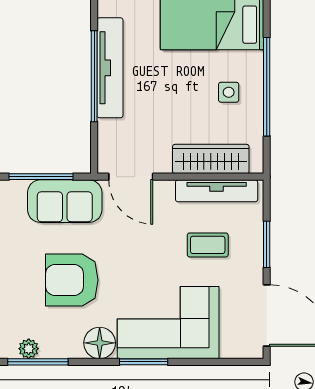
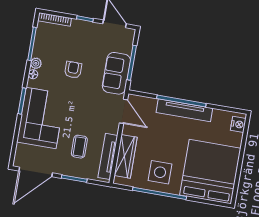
side table: (229, 92) -> (160, 172), width x1.87, depth x1.87
door: (131, 177) -> (123, 111), swing flipped
armchair: (72, 280) -> (73, 70), width x0.53, depth x0.53
floor lamp: (100, 343) -> (33, 74), width x0.53, depth x0.53
plant: (29, 349) -> (36, 63), moved

